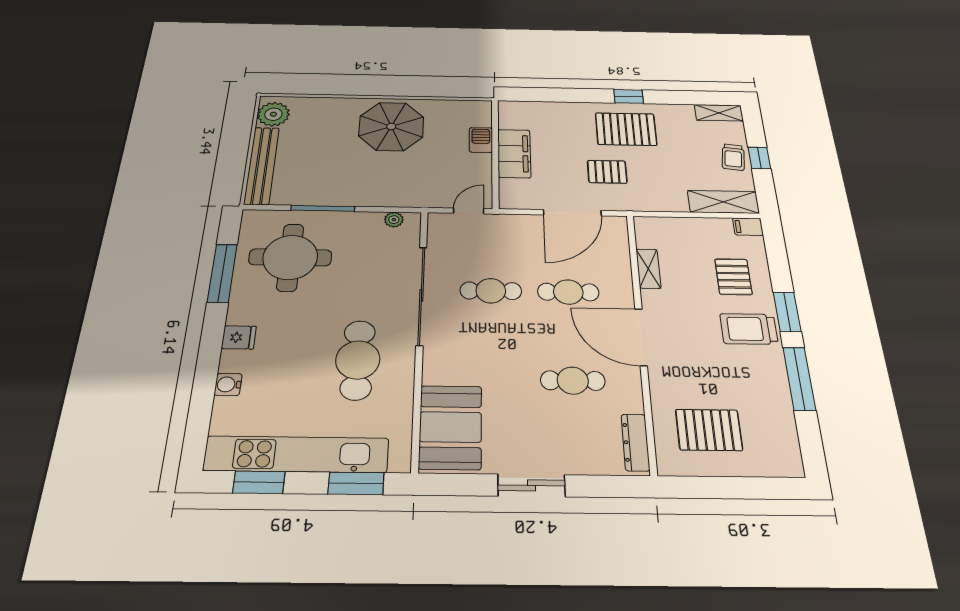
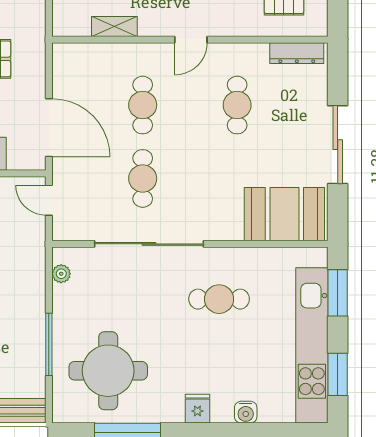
door: (572, 213) -> (49, 128), moved
door: (641, 337) -> (191, 40), width x0.53
cafe table: (358, 360) -> (219, 299), width x0.73, depth x0.74
sliding door: (531, 485) -> (338, 145), width x1.37

